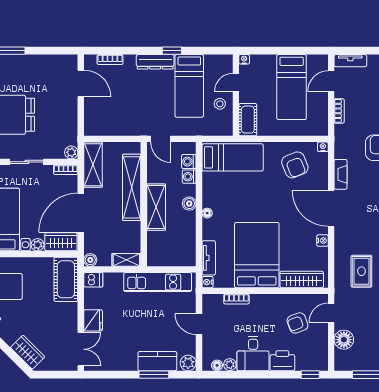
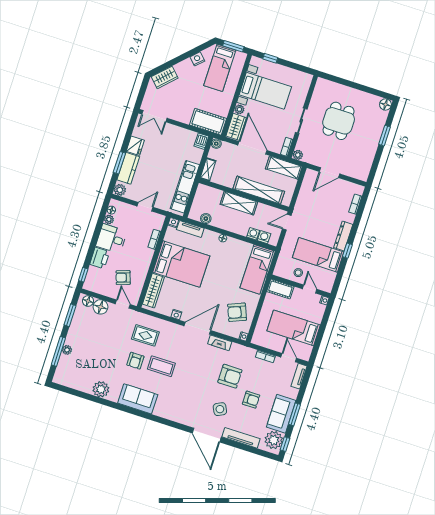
door: (81, 83) -> (329, 173), moved
boiler: (189, 204) -> (206, 219), moved
fridge: (93, 320) -> (135, 146), moved, turned -90
armchair: (297, 323) -> (123, 278), turned -88
floor lamp: (341, 358) -> (88, 301), added

